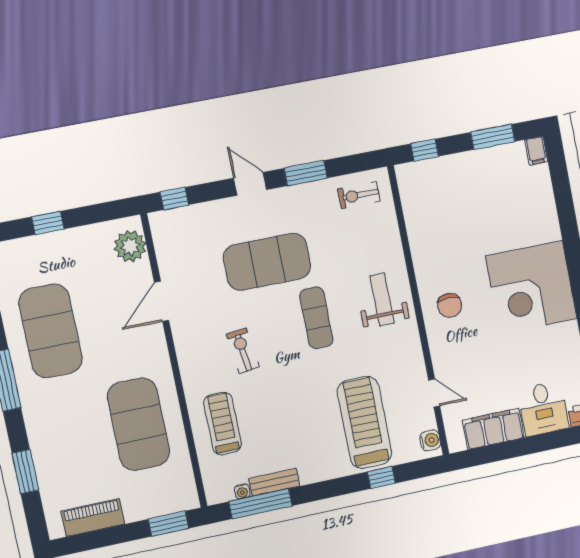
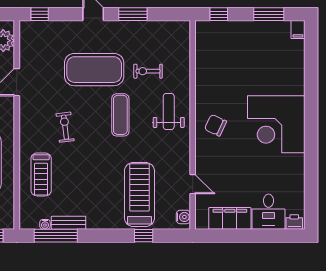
exercise bike: (359, 195) -> (148, 71), moved
chair: (450, 305) -> (215, 125), turned 115
treadmill: (223, 424) -> (41, 174), turned 180

